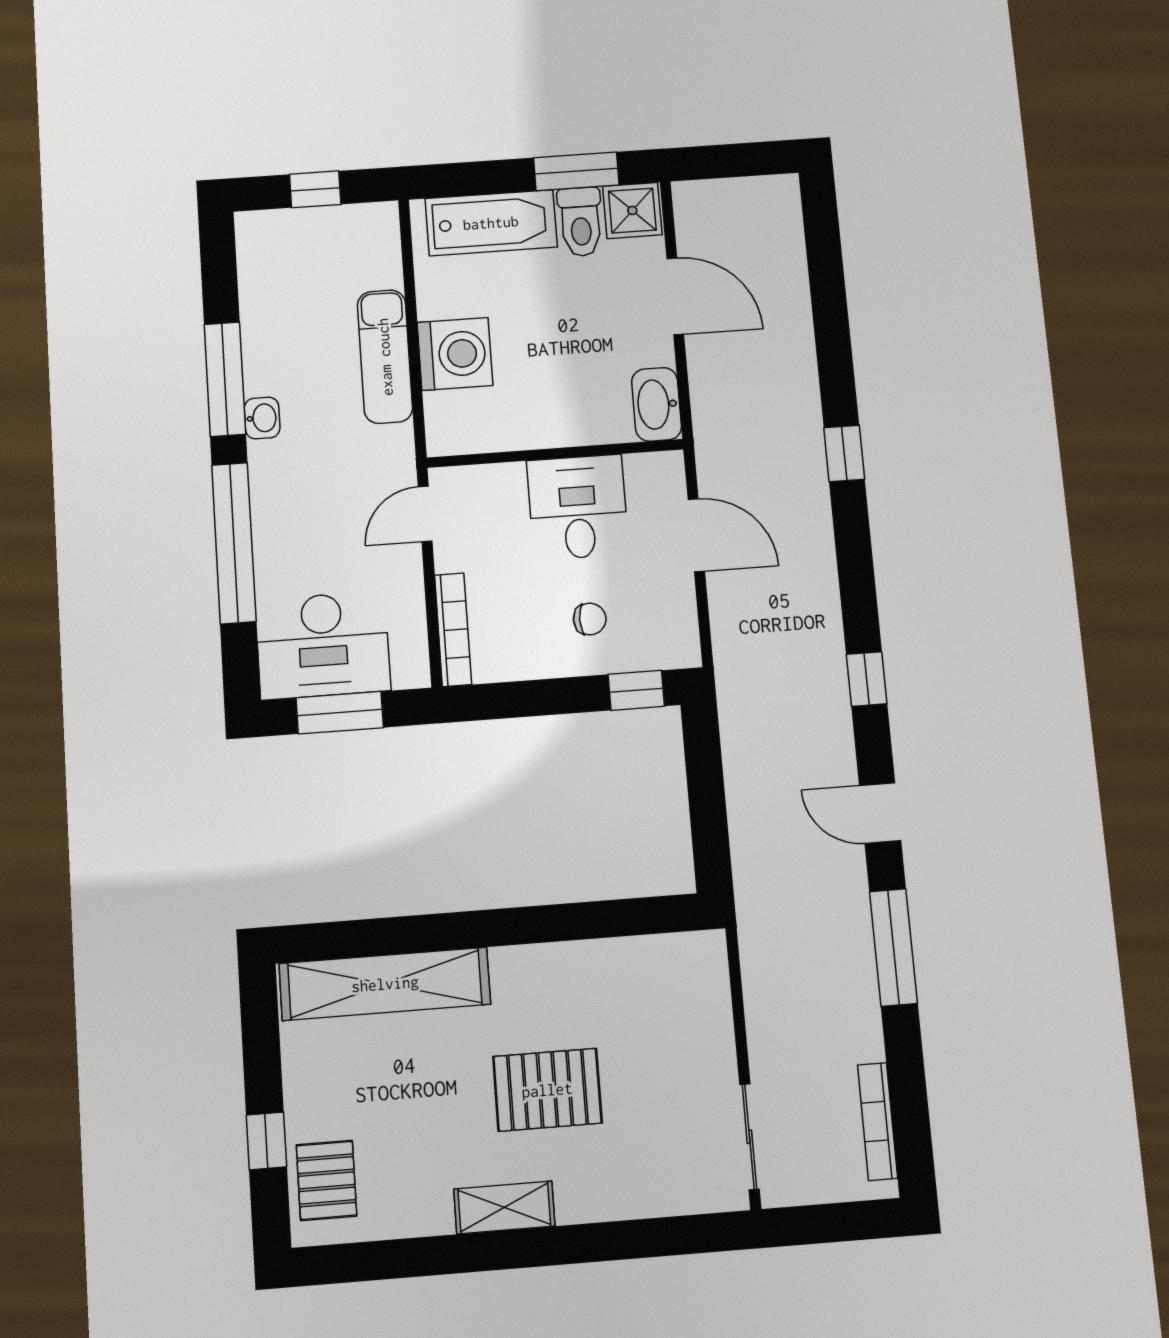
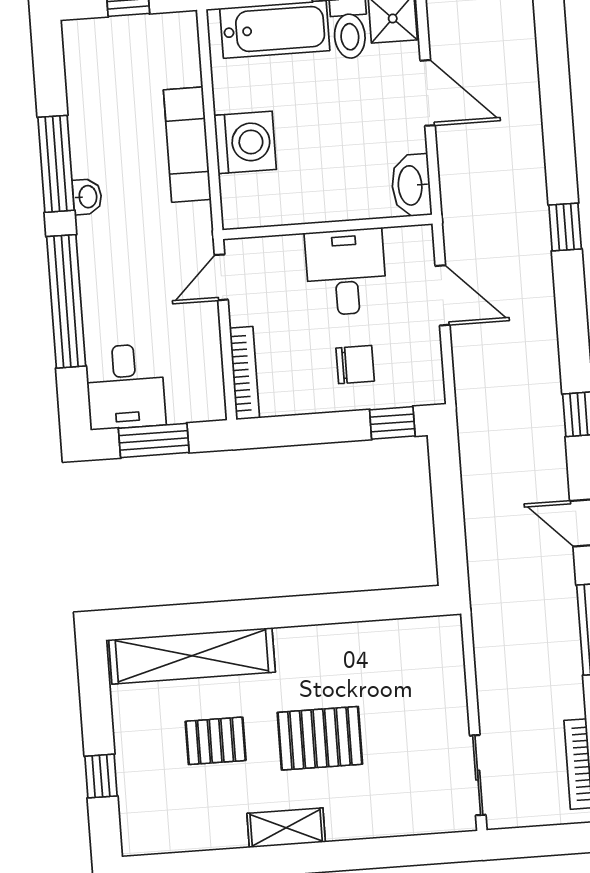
chair: (590, 619) -> (355, 365), width x1.37, depth x1.37
desk: (323, 645) -> (125, 387), width x0.73
pallet: (327, 1180) -> (216, 741), moved, turned 90

